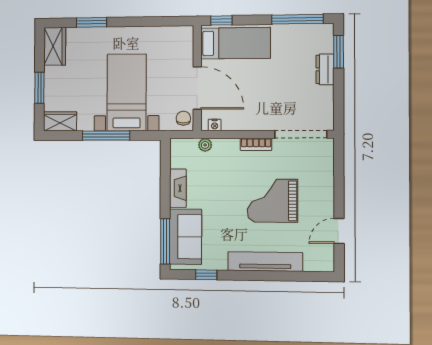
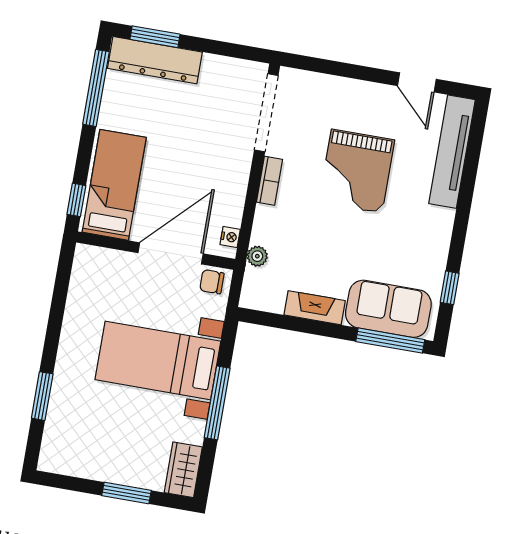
wardrobe: (55, 46) -> (68, 459), removed
dresser: (325, 69) -> (155, 60), width x1.96, depth x1.24
tv unit: (265, 261) -> (452, 152), moved

